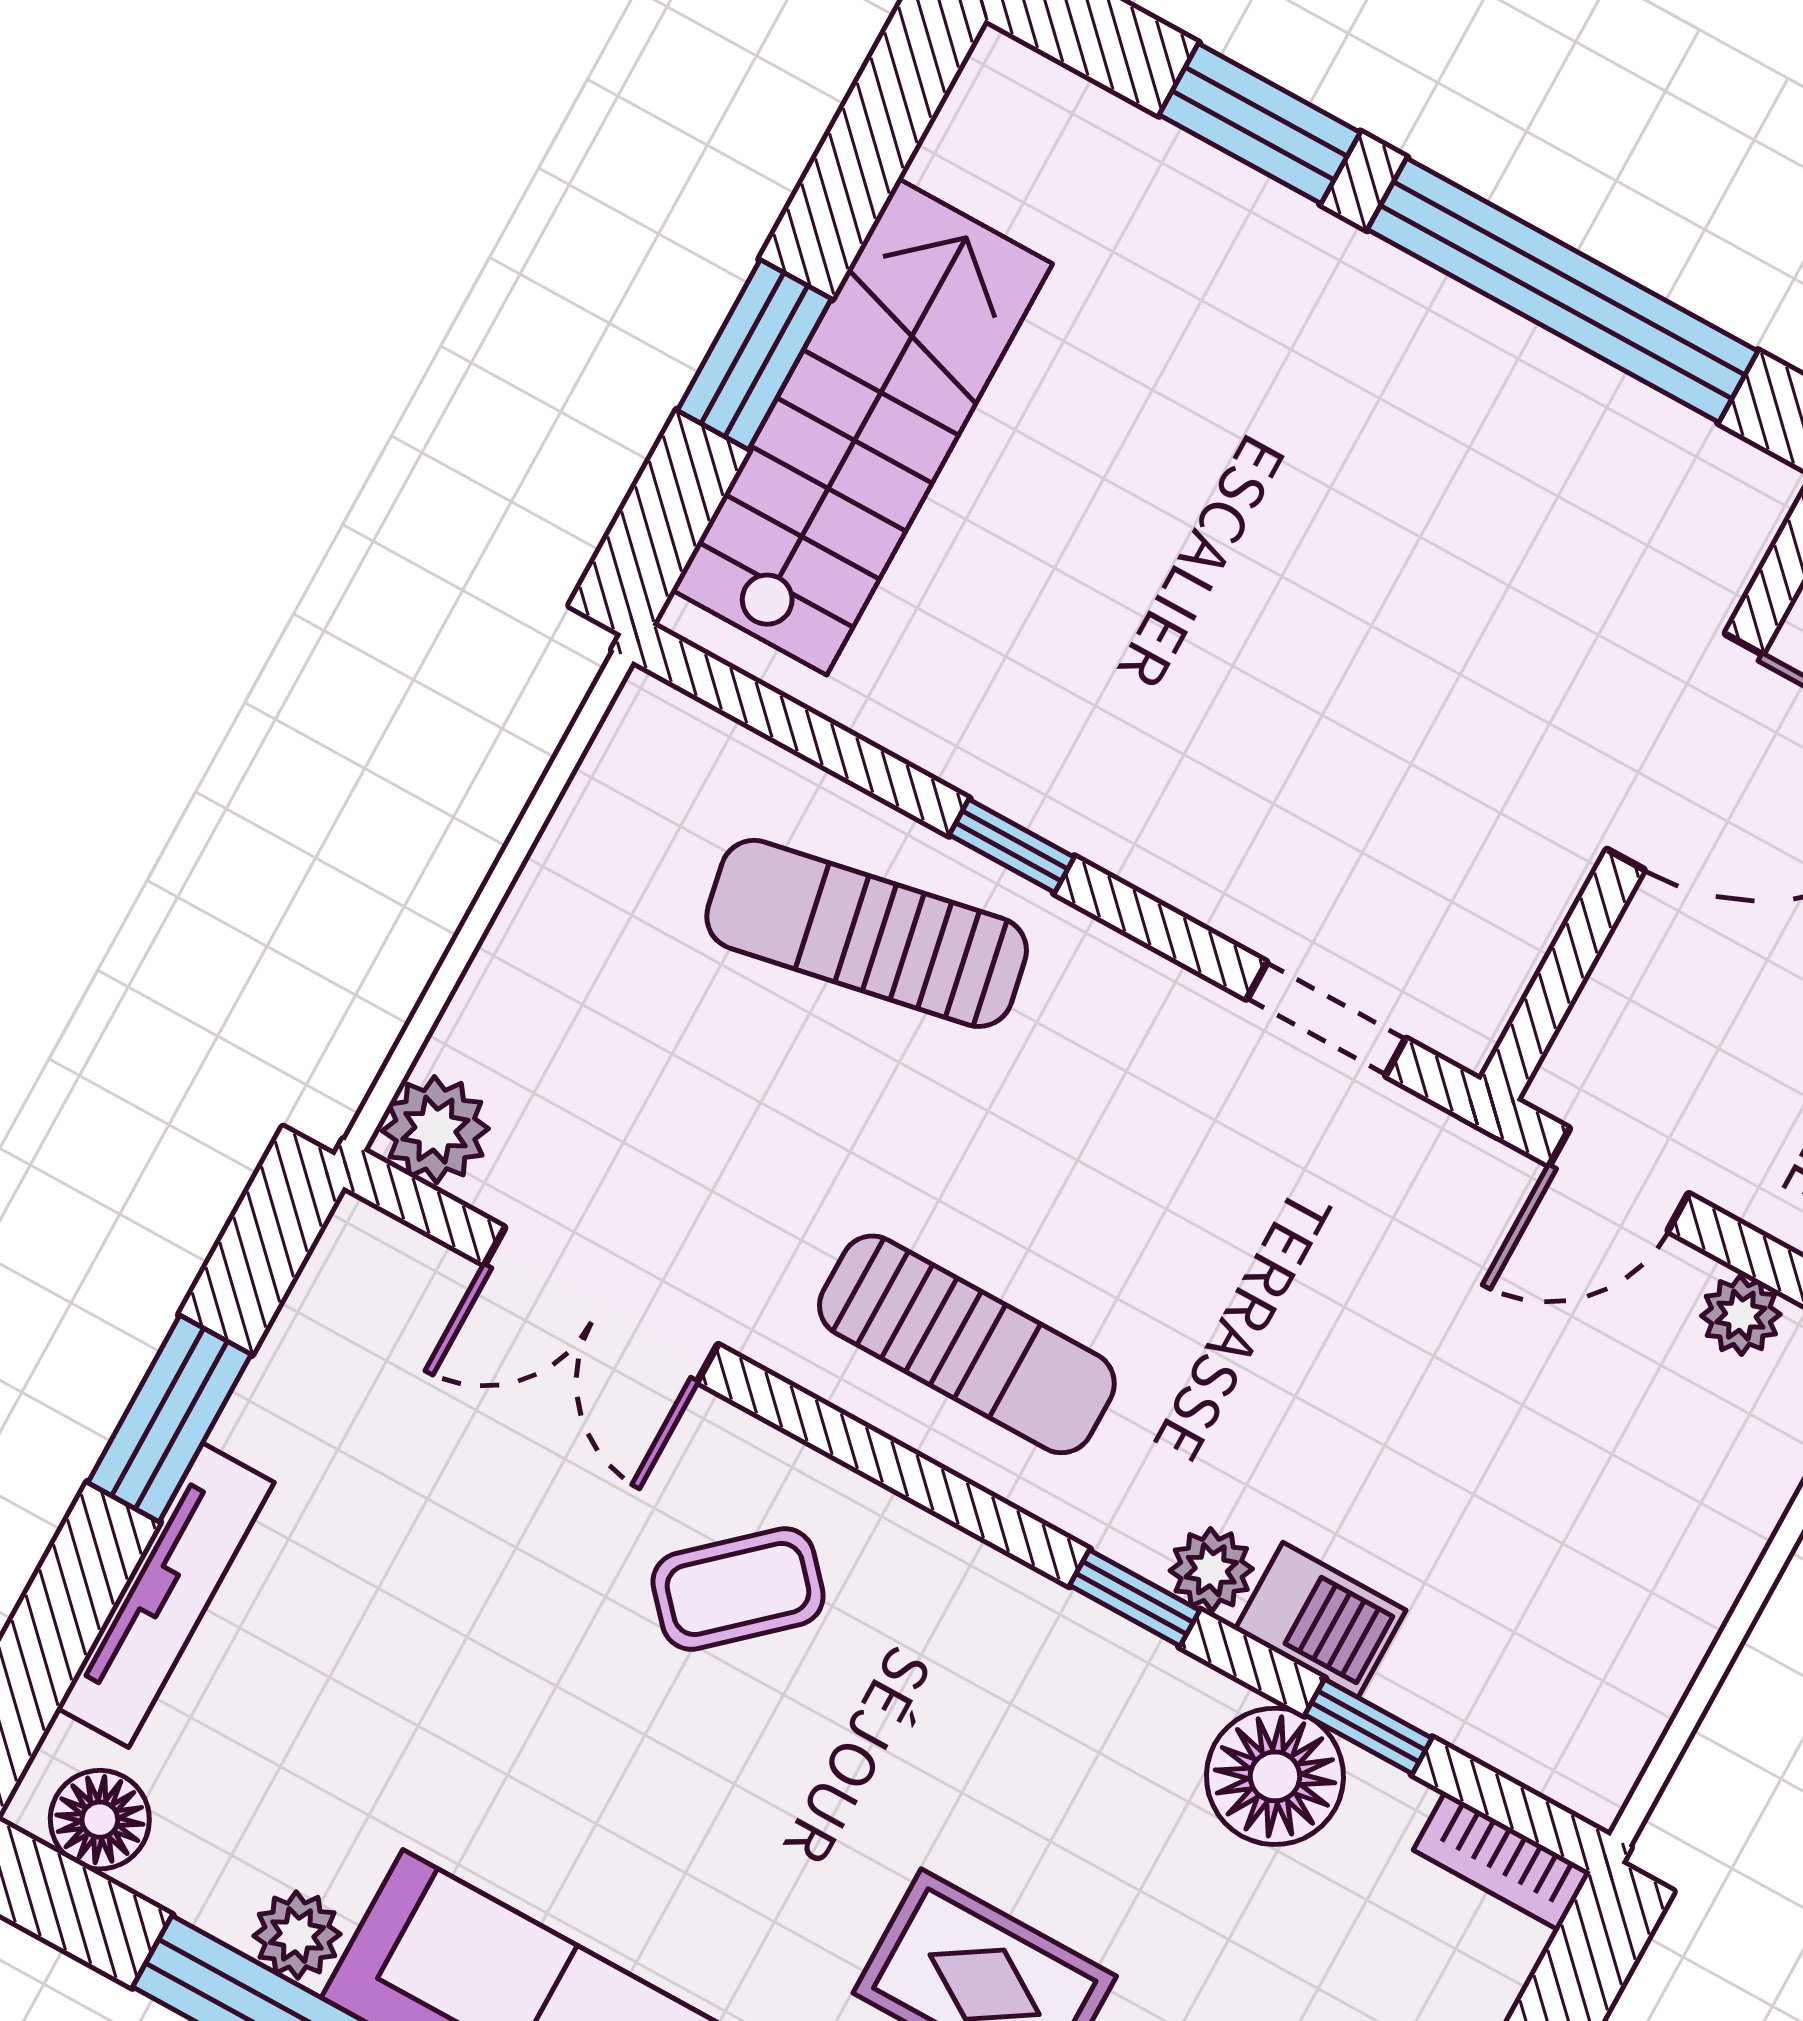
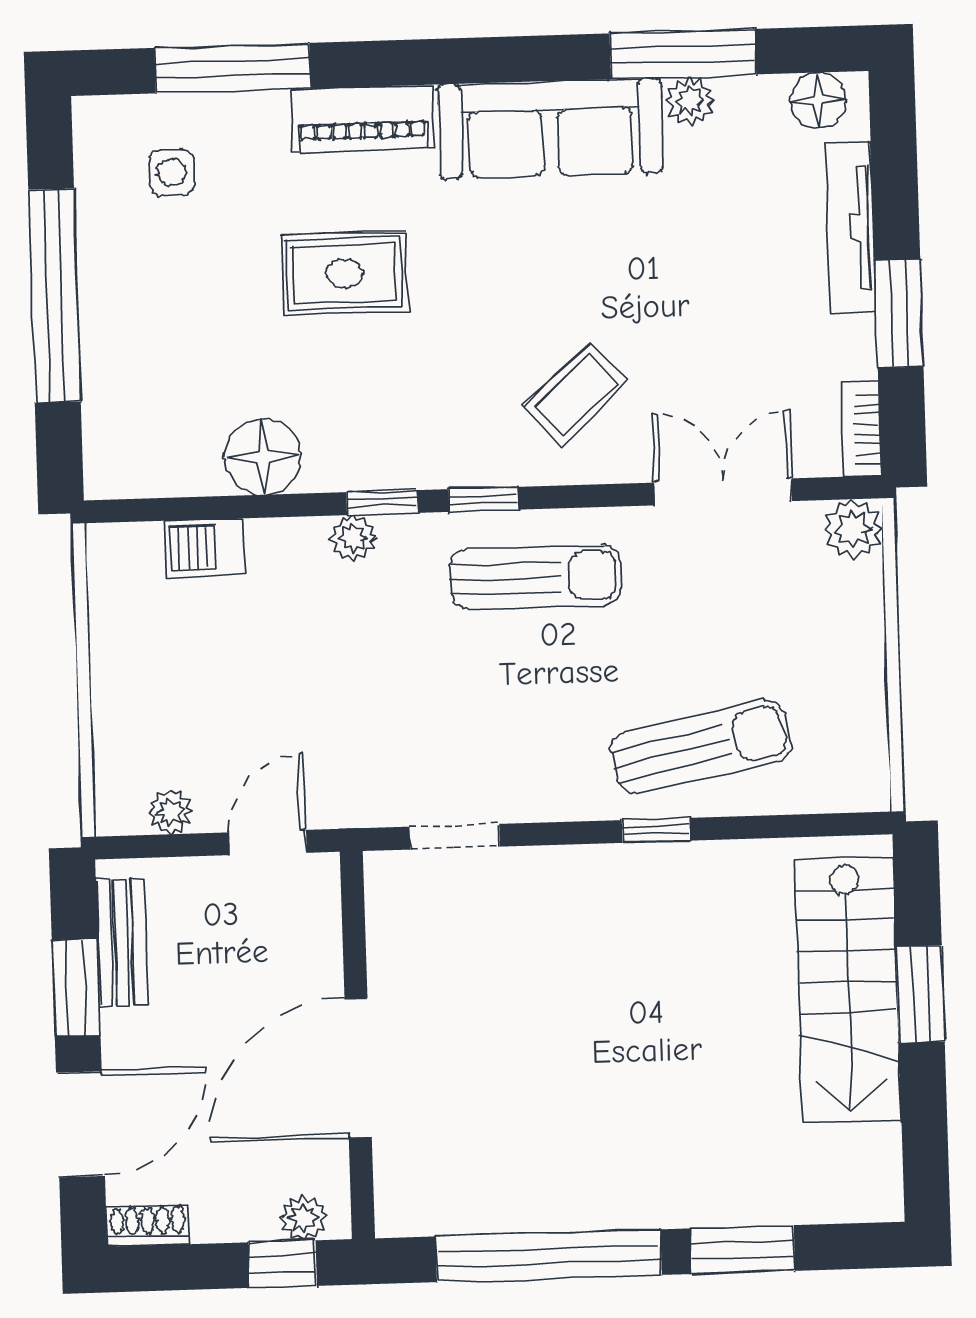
sun lounger: (967, 1344) -> (535, 577), turned 180
barbecue: (1320, 1620) -> (205, 548), moved
window: (1368, 1727) -> (483, 499), moved
bookcase: (1502, 1861) -> (861, 429), moved, turned -90

